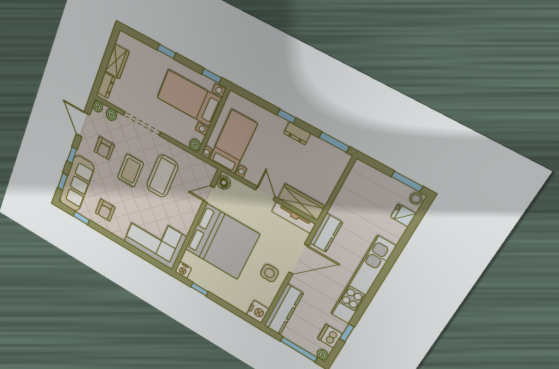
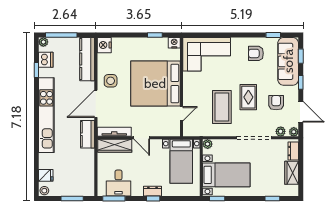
window: (166, 51) -> (272, 199), moved
dresser: (297, 133) -> (153, 191), moved
desk: (319, 157) -> (119, 183), added
window: (407, 182) -> (72, 199), moved
floor lamp: (224, 183) -> (174, 129), removed
armchair: (105, 210) -> (256, 53), turned -90

